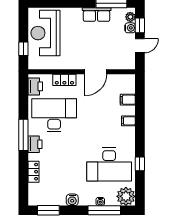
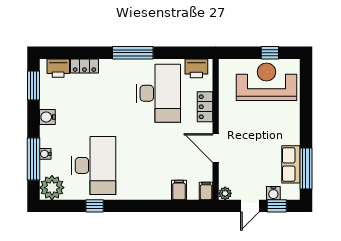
row of seats: (97, 15) -> (291, 164), moved
plant: (130, 17) -> (225, 193), moved
door: (140, 46) -> (250, 206), hinge flipped
window: (23, 49) -> (270, 53), moved
filing cabinet: (128, 121) -> (206, 191), moved
printer: (35, 144) -> (58, 68), moved
desk: (109, 165) -> (94, 165), turned 180

